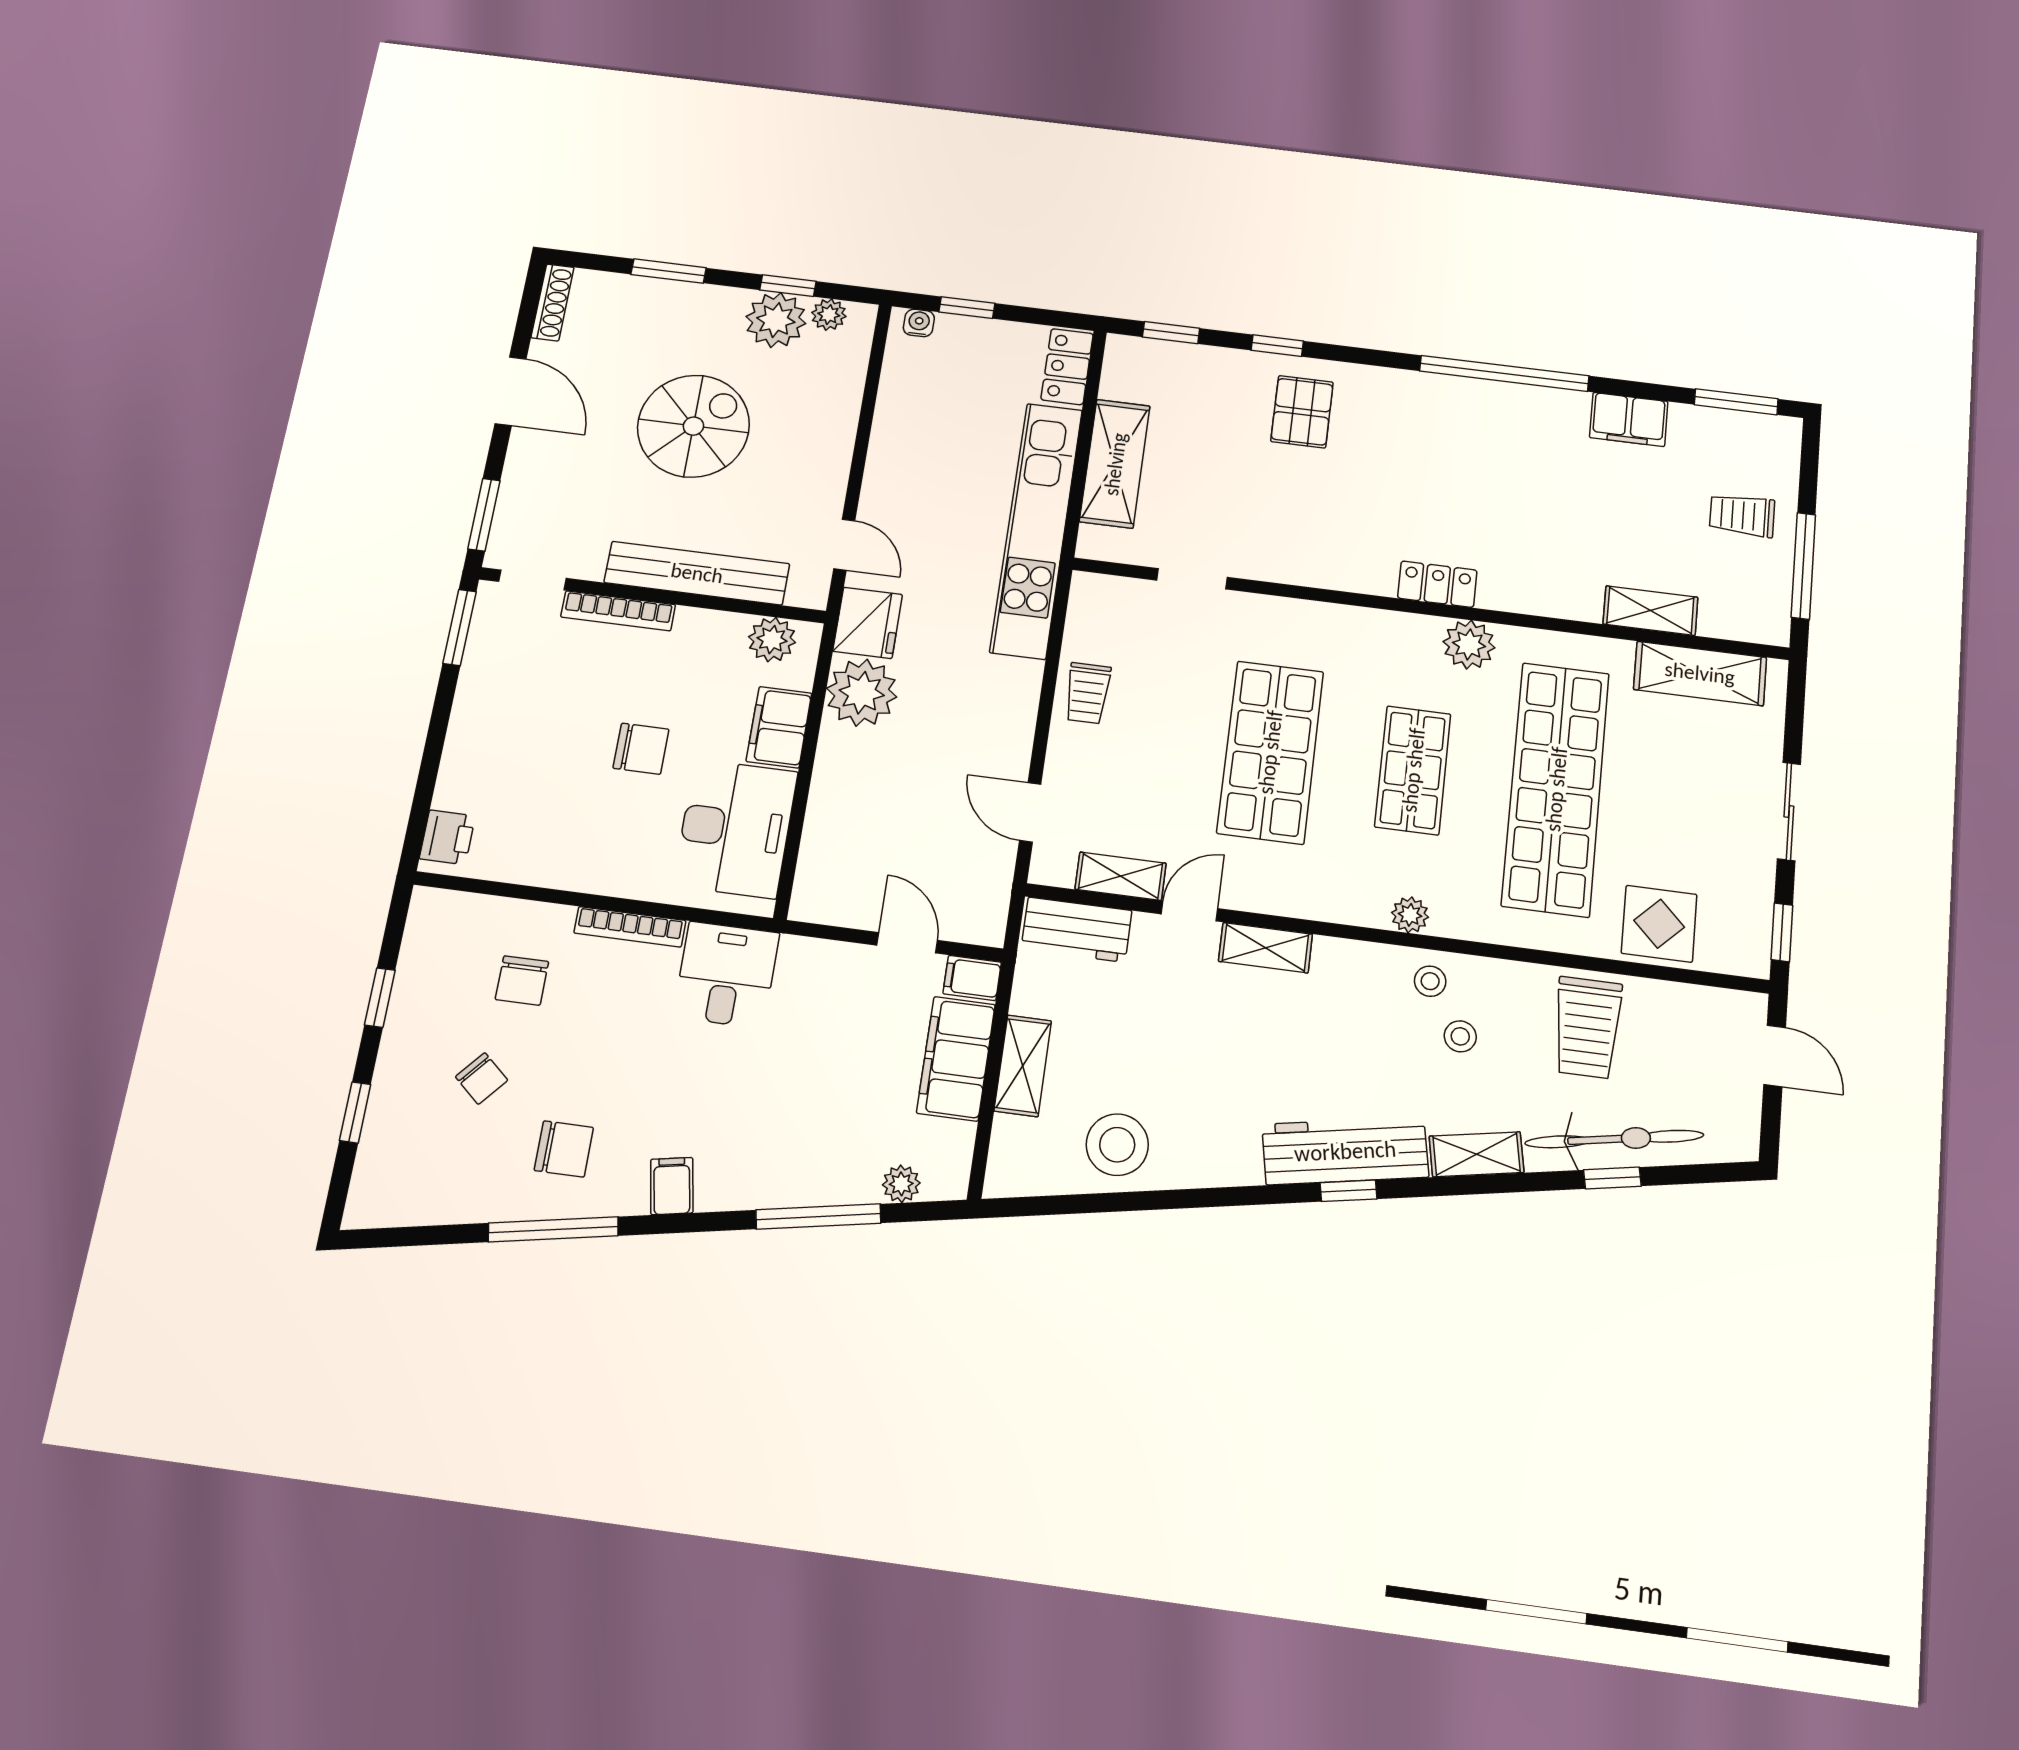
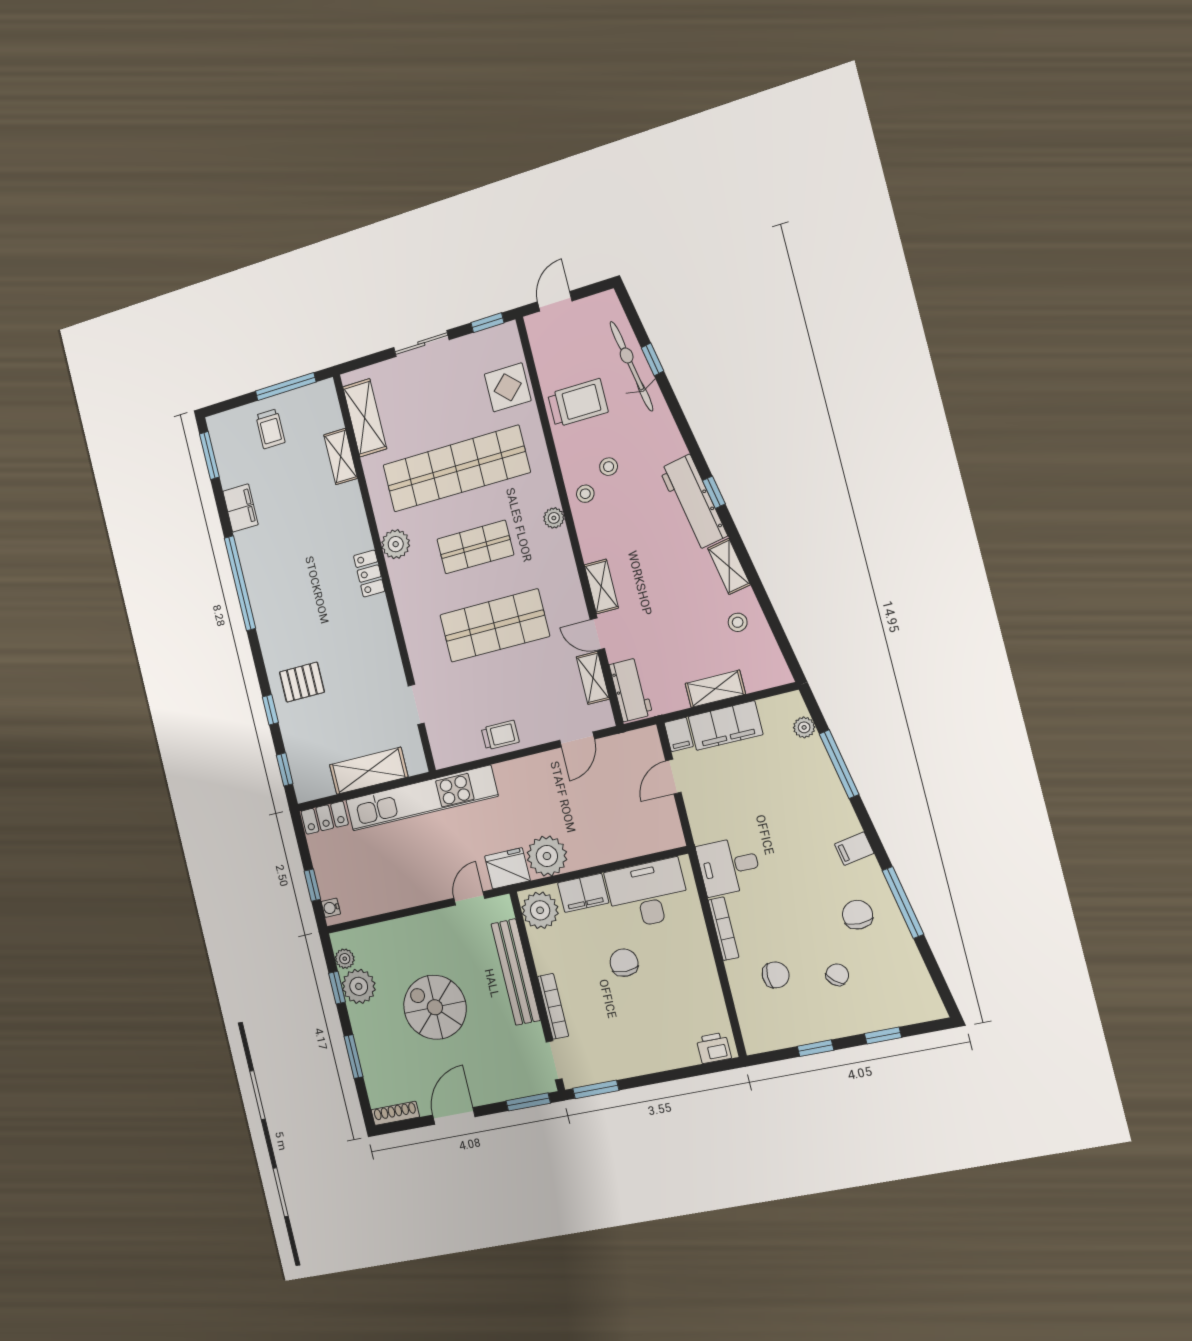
plant: (772, 640) -> (540, 910), width x1.36, depth x1.36
stool: (1117, 1145) -> (738, 622), width x0.53, depth x0.53
shelving: (1477, 1154) -> (729, 566), moved

